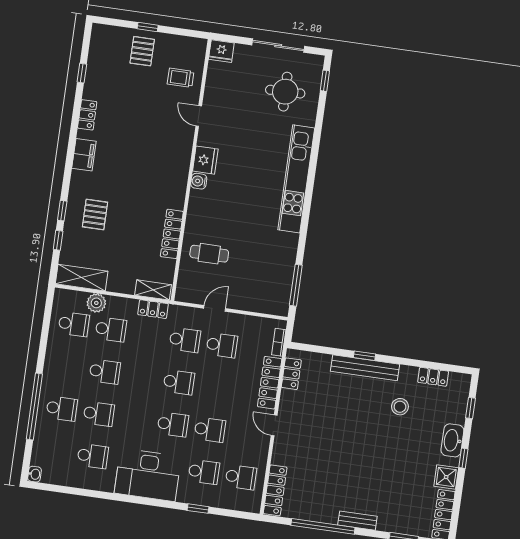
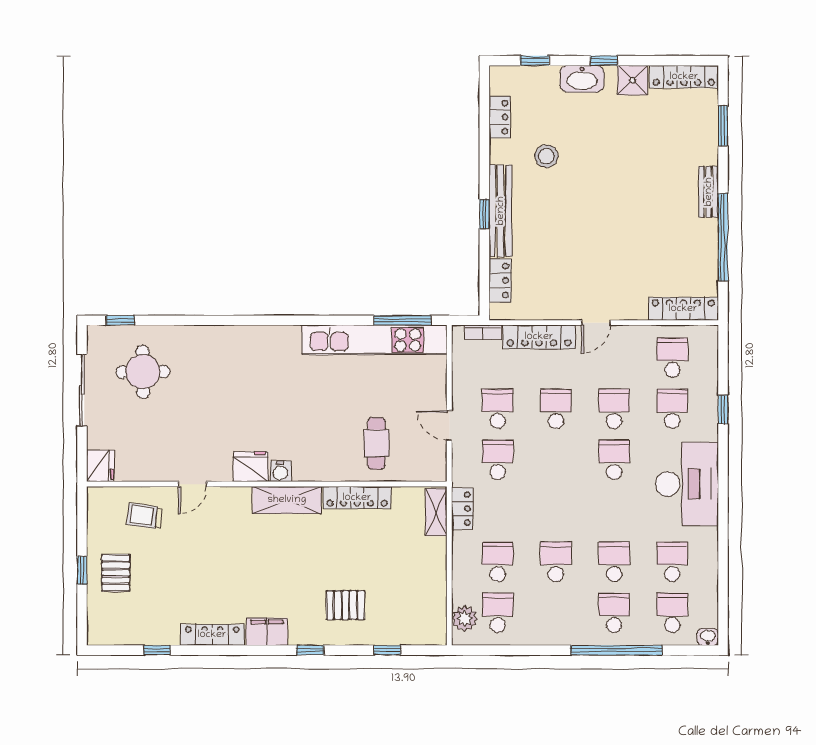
pallet: (142, 51) -> (116, 573), turned 90
trolley: (181, 78) -> (144, 516), turned 98
locker: (87, 115) -> (212, 635), width x1.53
kitchen unit: (296, 179) -> (374, 340), moved
window: (62, 211) -> (310, 650), moved
shelving: (82, 278) -> (287, 500), moved, turned 90
plant: (96, 303) -> (465, 618), moved
locker: (291, 374) -> (500, 281), moved, turned 90
school desk: (179, 382) -> (556, 409), moved
school desk: (56, 451) -> (672, 613), added

